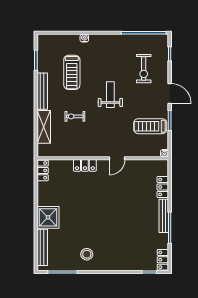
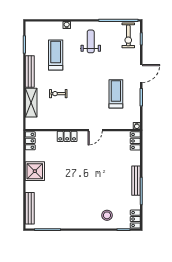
exercise bike: (144, 69) -> (128, 35), moved
treadmill: (72, 72) -> (56, 55), turned 180
door: (170, 93) -> (141, 74), hinge flipped
weight bench: (110, 95) -> (91, 41), moved
treadmill: (150, 126) -> (116, 94), moved, turned 90
locker: (163, 187) -> (135, 141), moved
shower: (48, 217) -> (35, 171), moved
stool: (87, 254) -> (107, 215), moved

